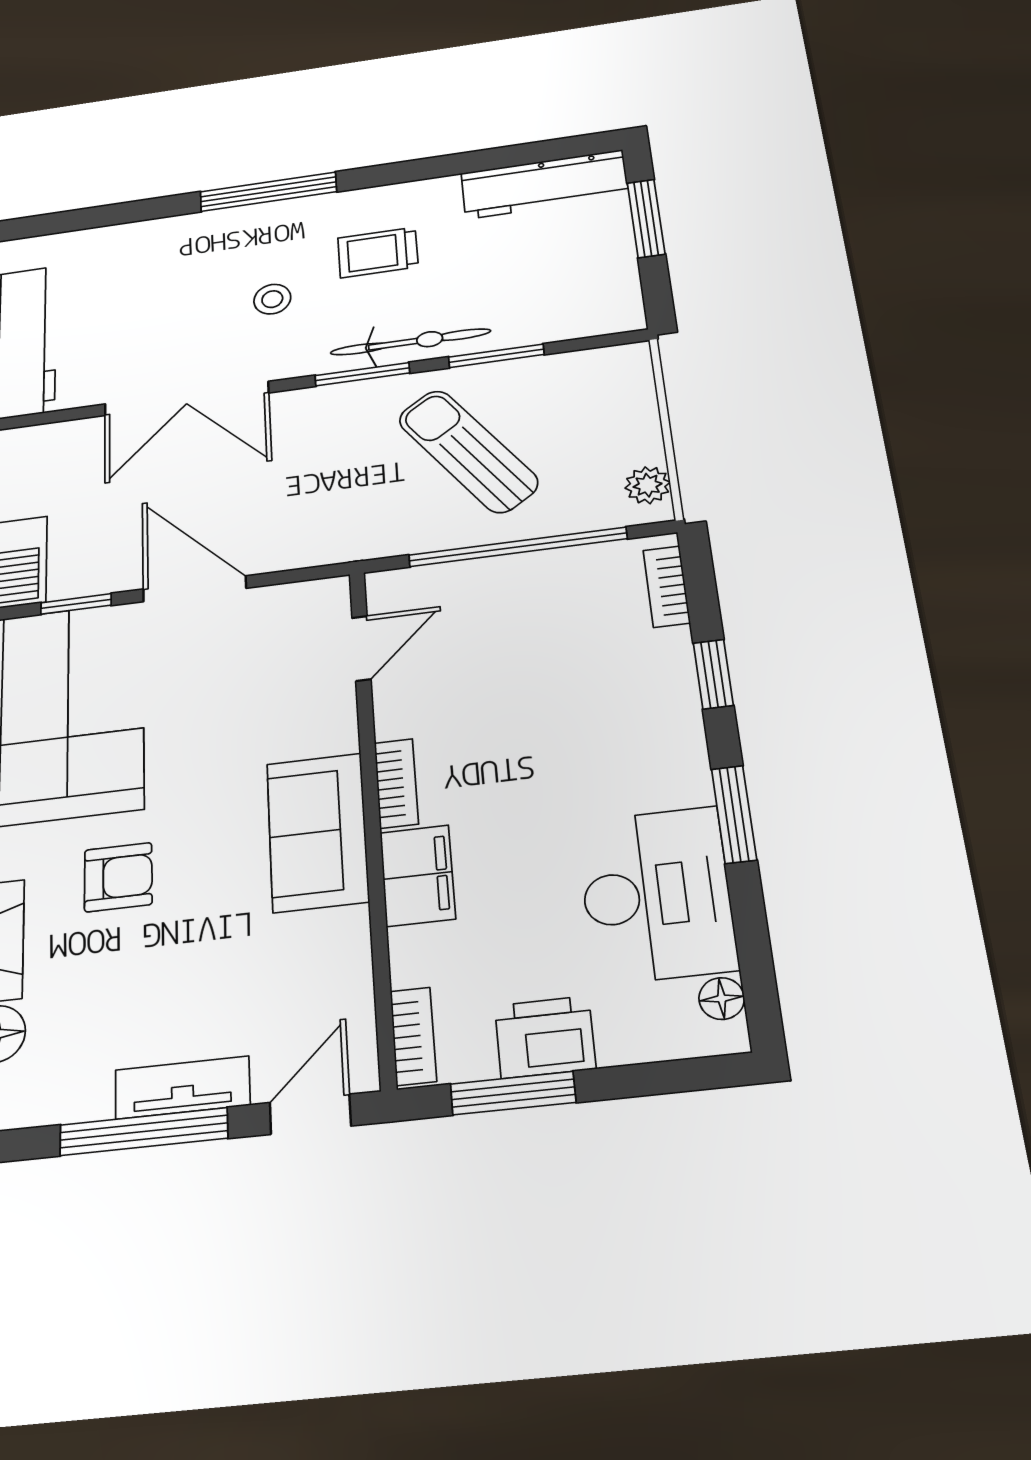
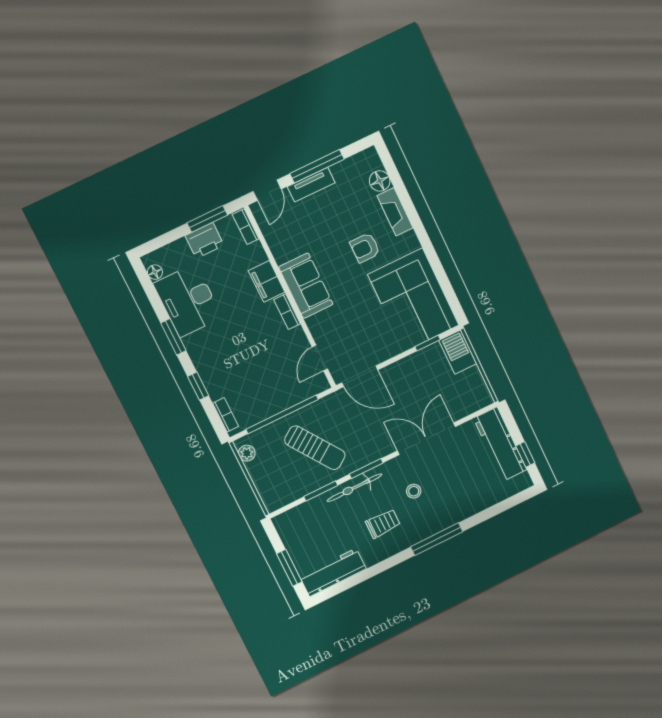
door: (195, 589) -> (360, 376), moved

